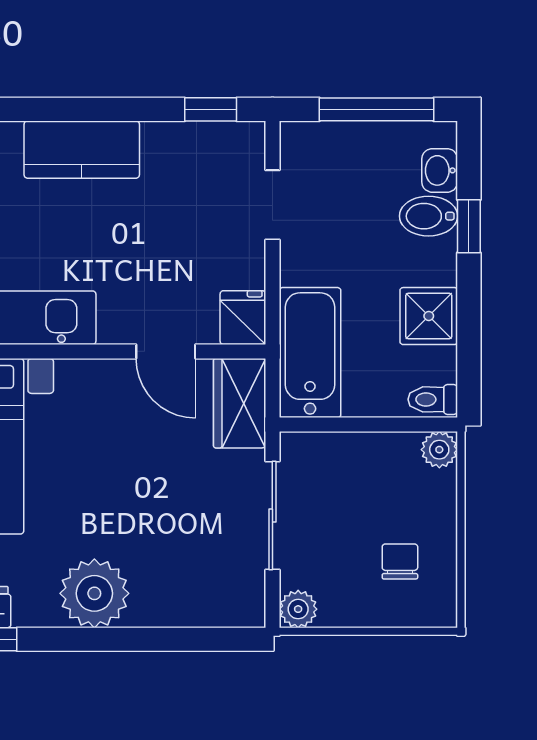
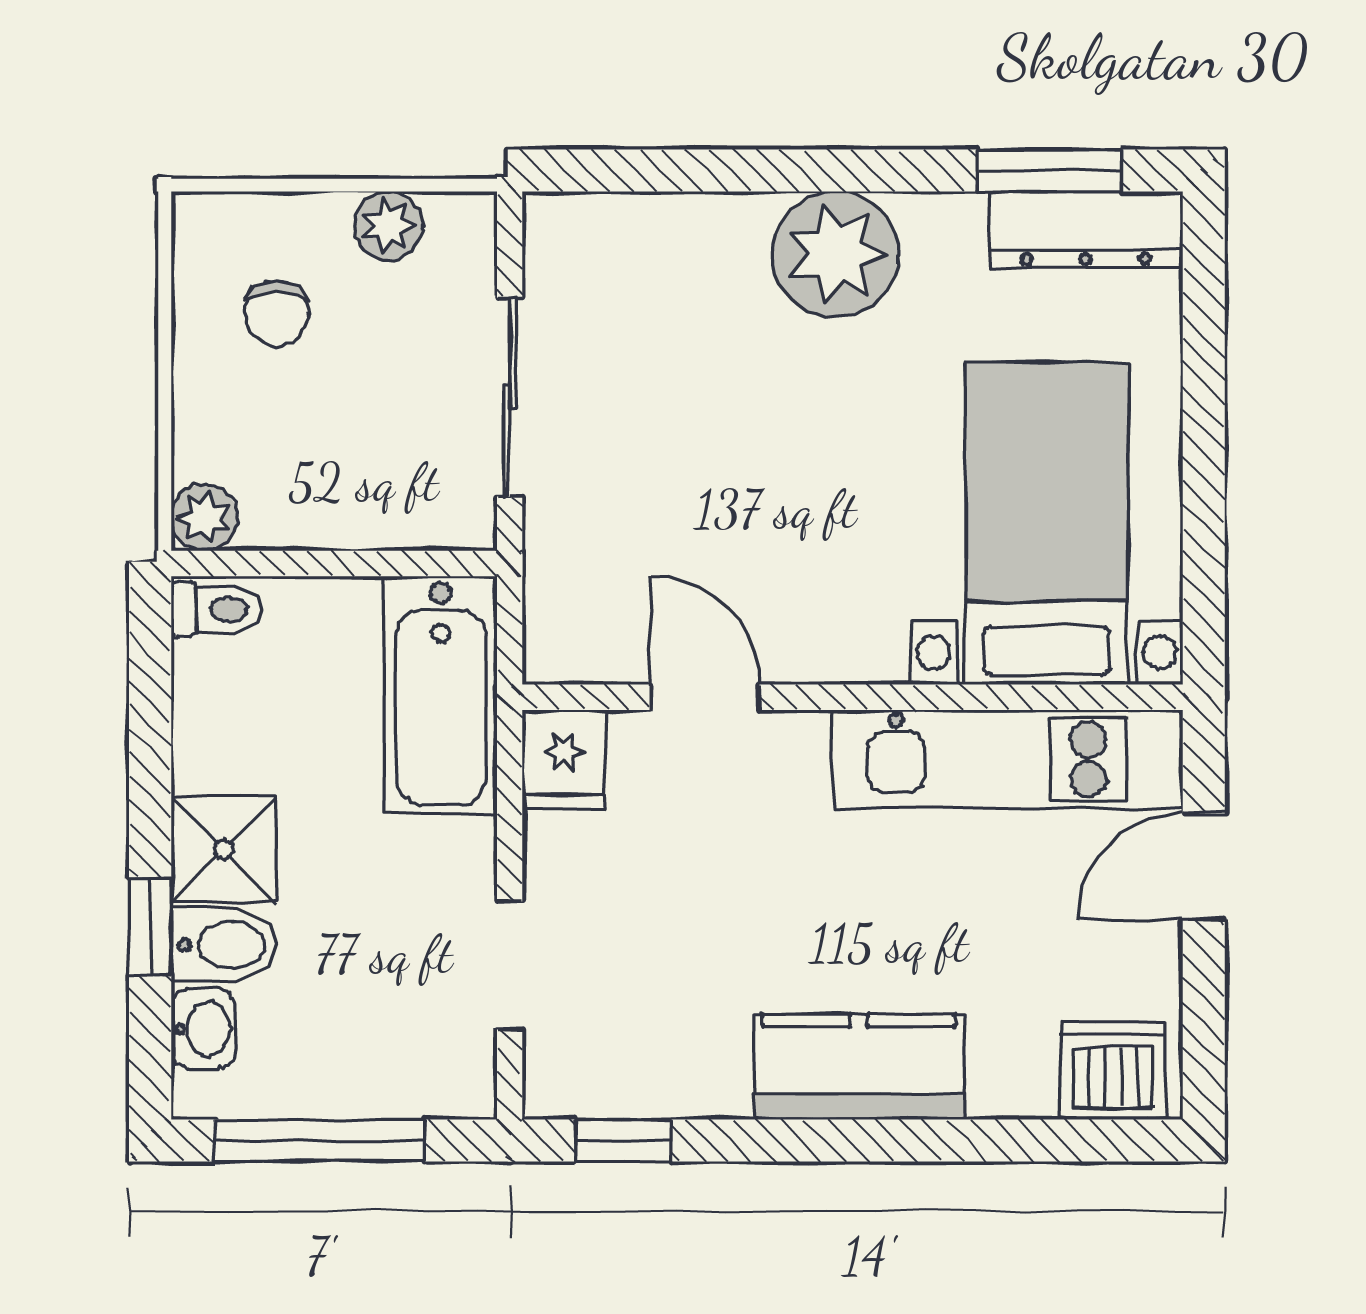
shower: (429, 316) -> (224, 849), moved
wardrobe: (240, 403) -> (570, 603), removed
plant: (298, 609) -> (388, 226), moved

